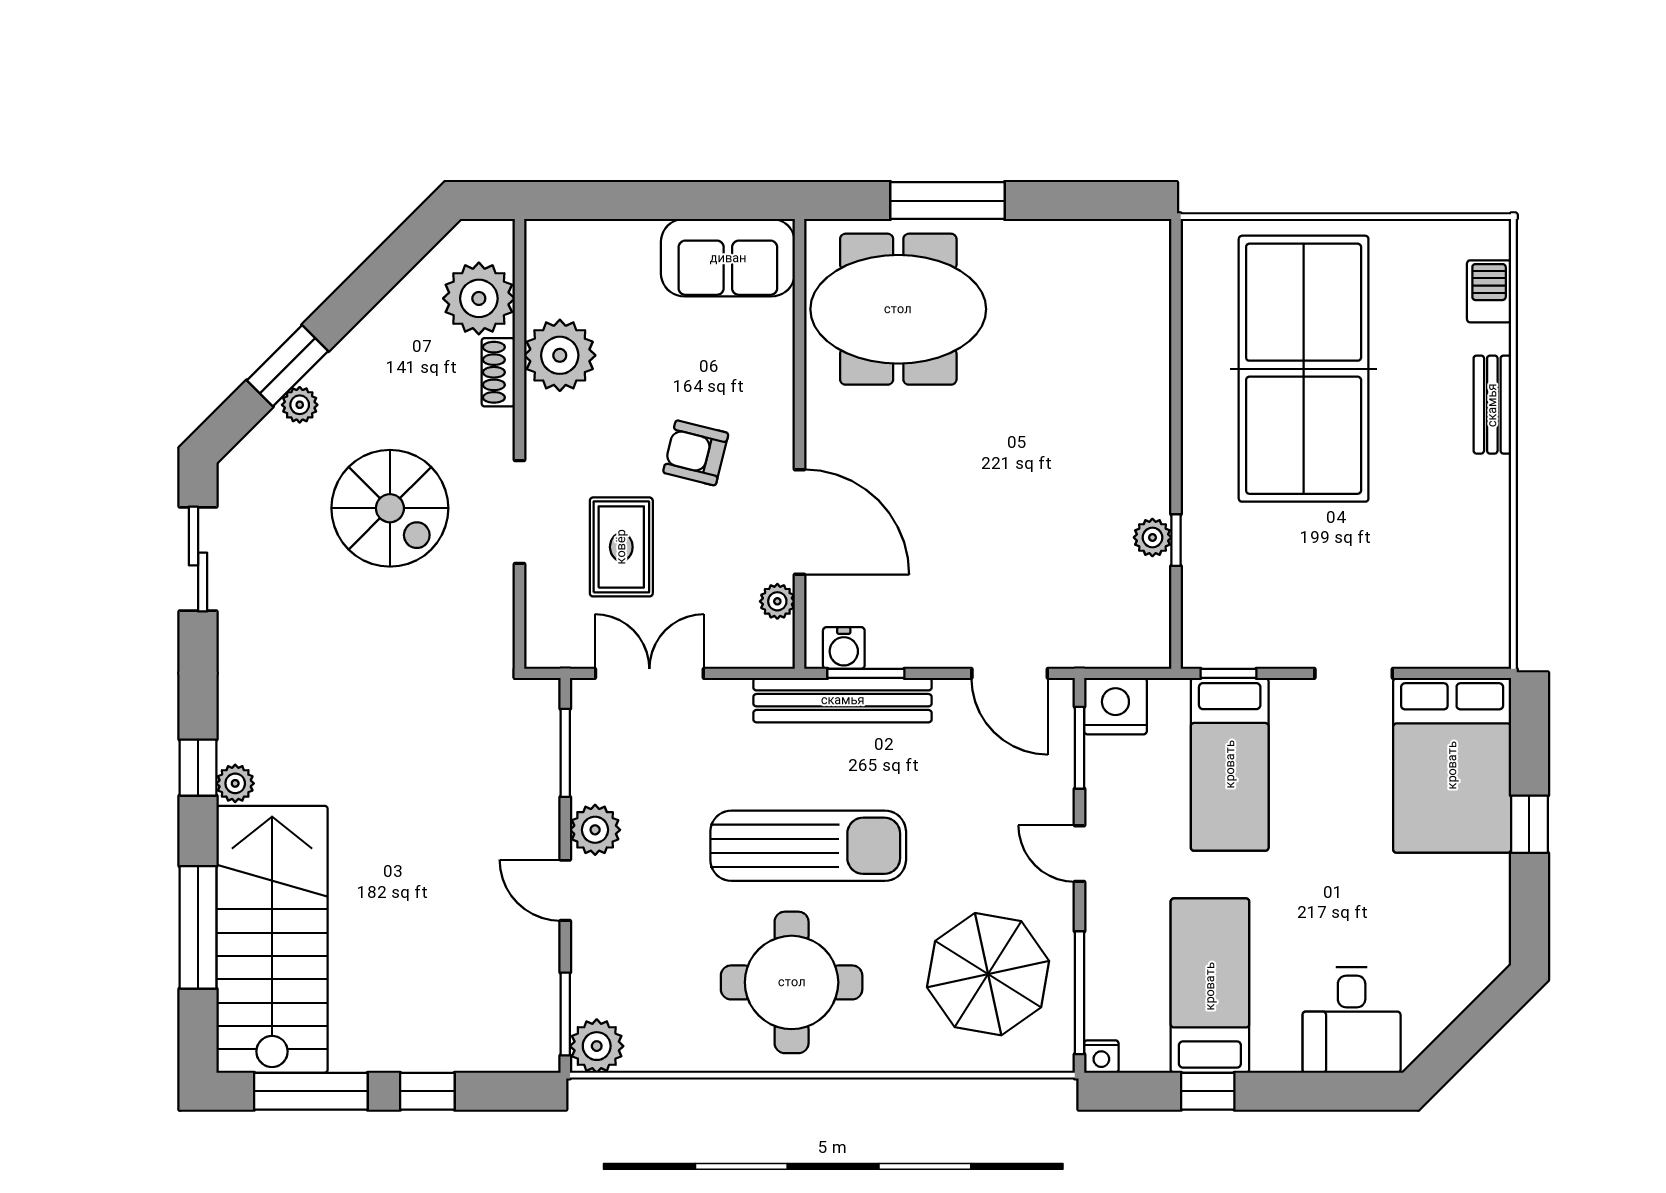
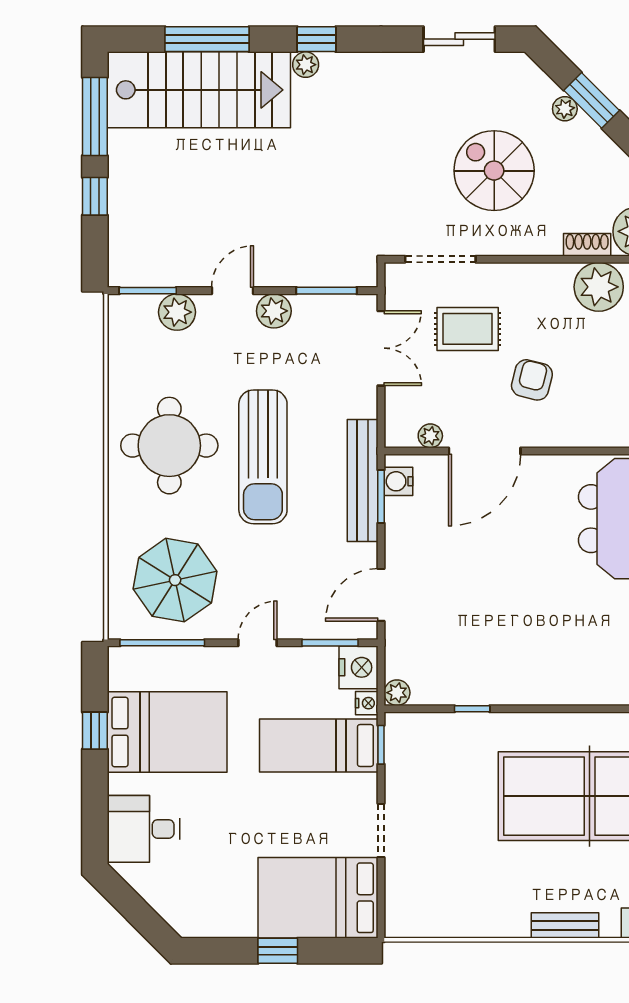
spiral stairs: (390, 508) -> (494, 171), turned 90
doorway: (519, 512) -> (440, 259), moved
plant: (1152, 537) -> (397, 693), moved
bed: (1210, 986) -> (167, 732), width x1.50
plant: (597, 1046) -> (177, 312), moved
nightstand: (1101, 1057) -> (367, 703), moved, turned 180

